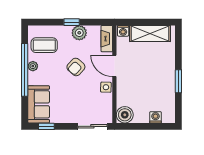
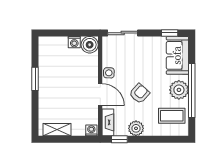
window: (72, 22) -> (119, 139), moved
shelving: (150, 34) -> (57, 130), width x0.67, depth x0.75
plant: (33, 66) -> (179, 90), width x1.88, depth x1.88
washing machine: (155, 117) -> (74, 42), moved

